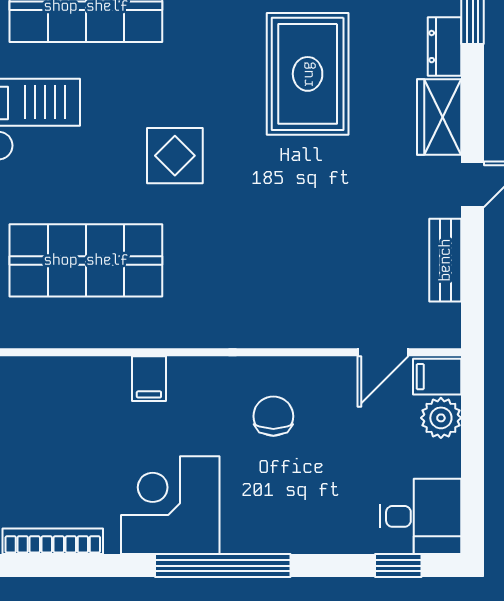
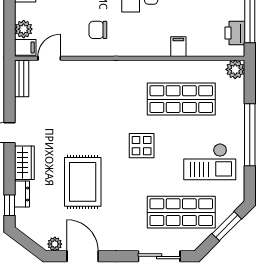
bench: (445, 260) -> (22, 79), moved
filing cabinet: (149, 379) -> (178, 47), moved
chair: (273, 416) -> (98, 30), turned 90

